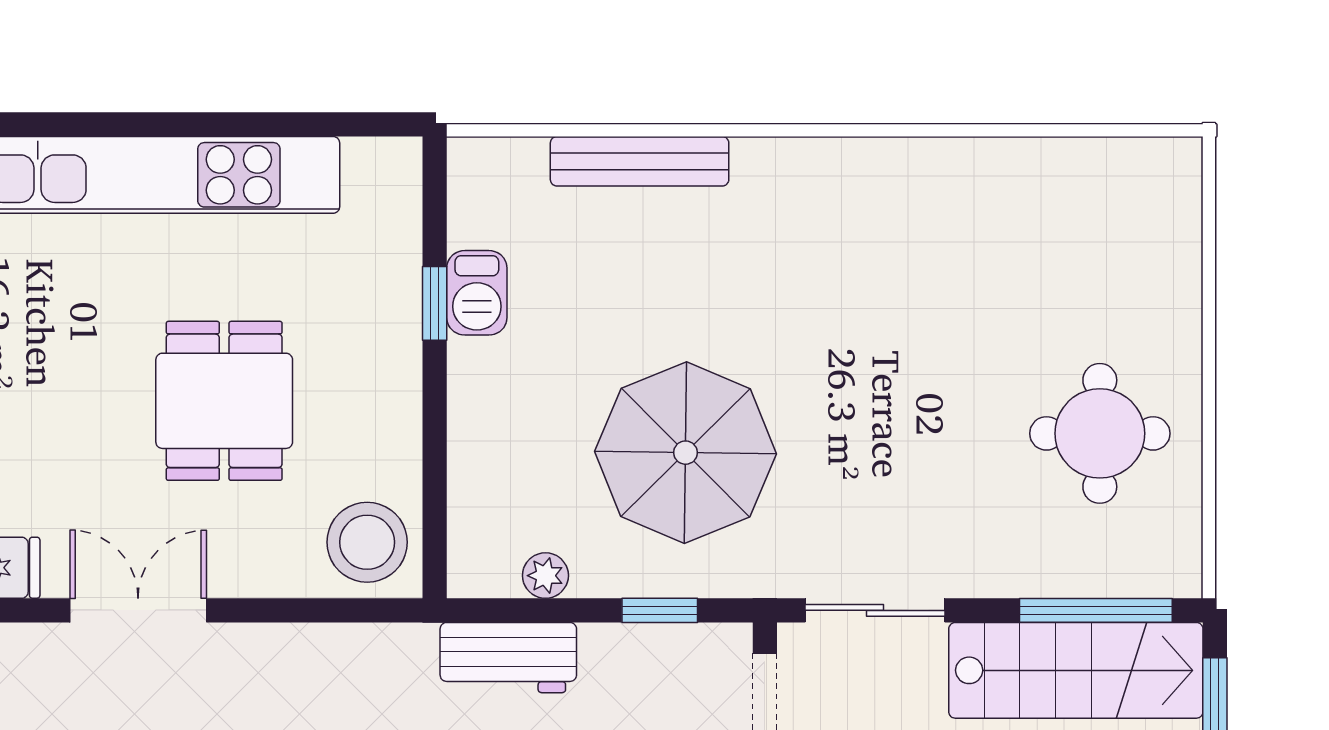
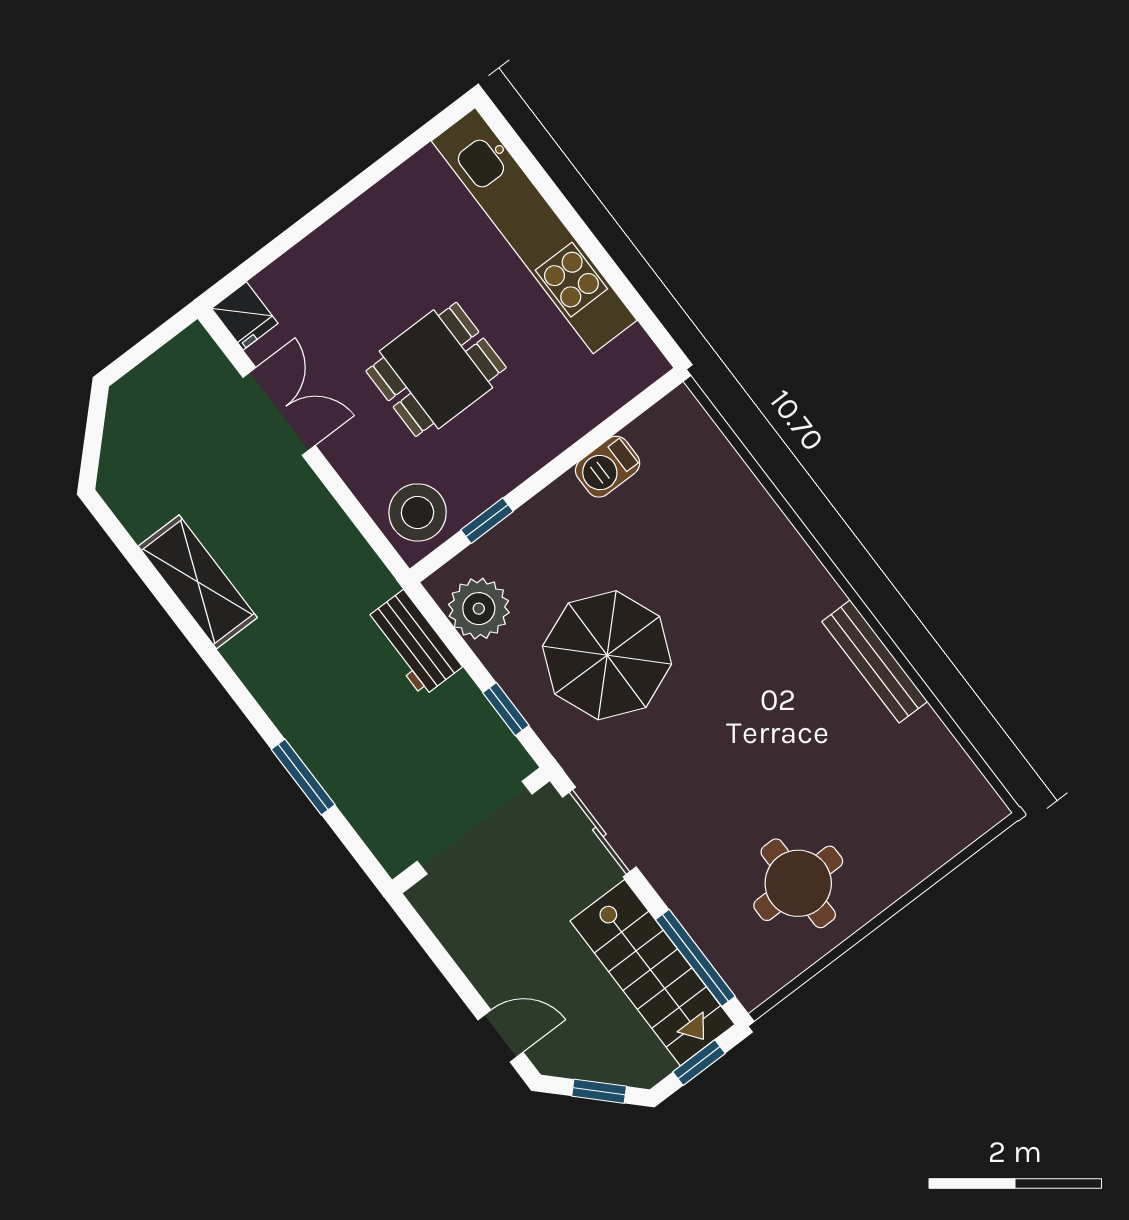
bench: (640, 161) -> (875, 662), moved
window: (435, 303) -> (487, 521), moved
plant: (545, 576) -> (479, 609), width x1.88, depth x1.88

